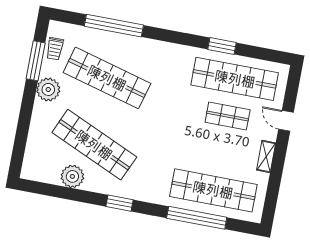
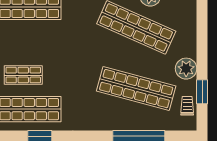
window: (36, 61) -> (202, 92), width x0.69

